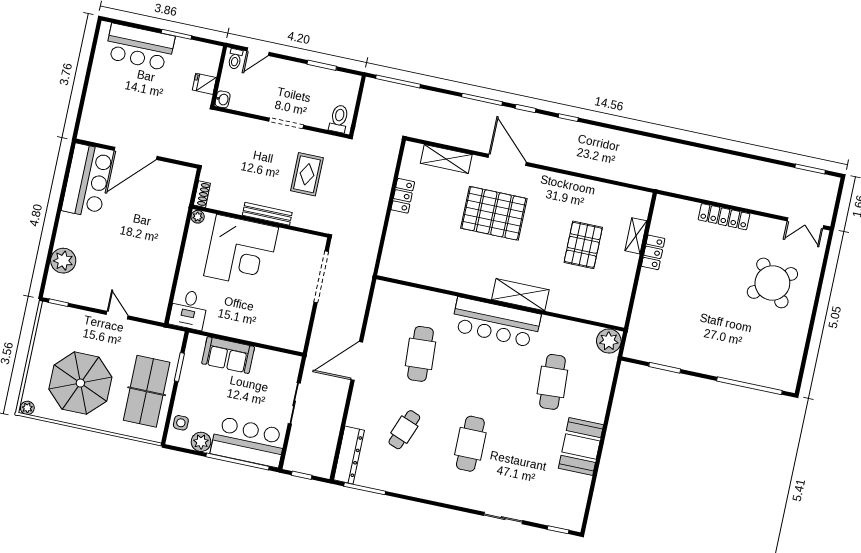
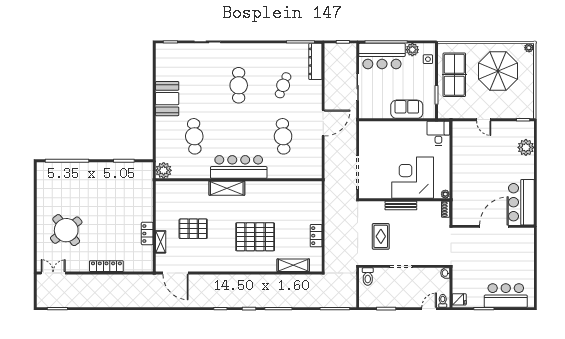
fridge: (204, 84) -> (459, 299), moved
door: (507, 160) -> (176, 273), moved
pallet: (583, 245) -> (193, 229), turned 90

